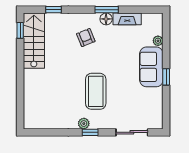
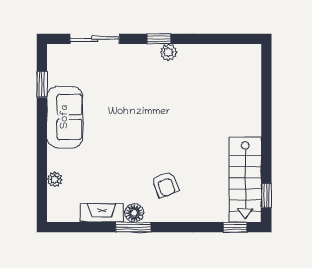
window: (54, 10) -> (235, 227), moved
sofa: (151, 67) -> (65, 117), moved
window: (166, 77) -> (42, 84), moved
coffee table: (96, 91) -> (150, 102), removed

